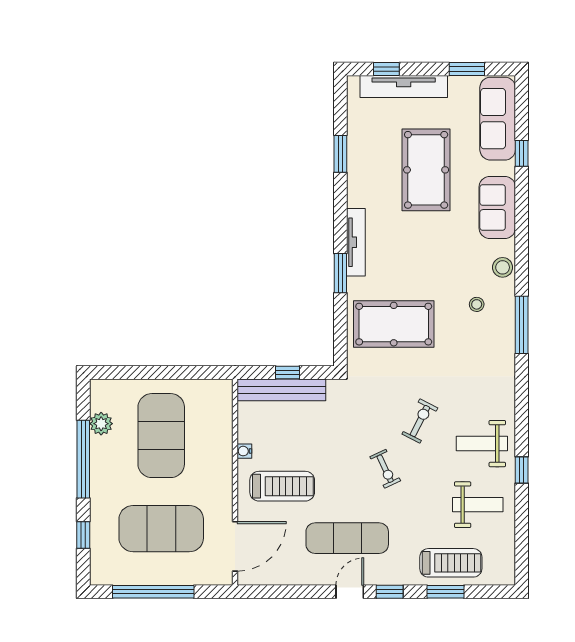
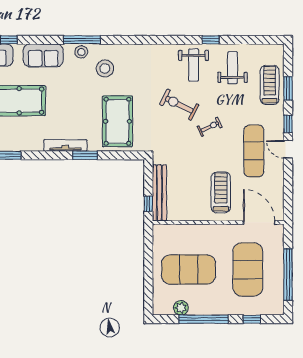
stool: (477, 304) -> (105, 68), width x1.89, depth x1.89
window: (522, 325) -> (82, 40), moved
window: (287, 372) -> (148, 204), moved
exercise bike: (420, 421) -> (179, 105), width x1.38, depth x1.39
water cooler: (244, 451) -> (198, 216), removed

